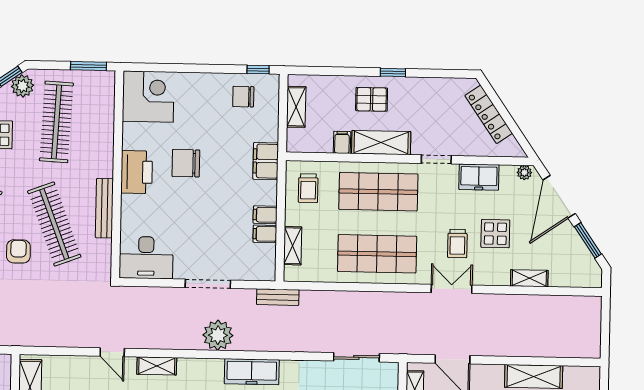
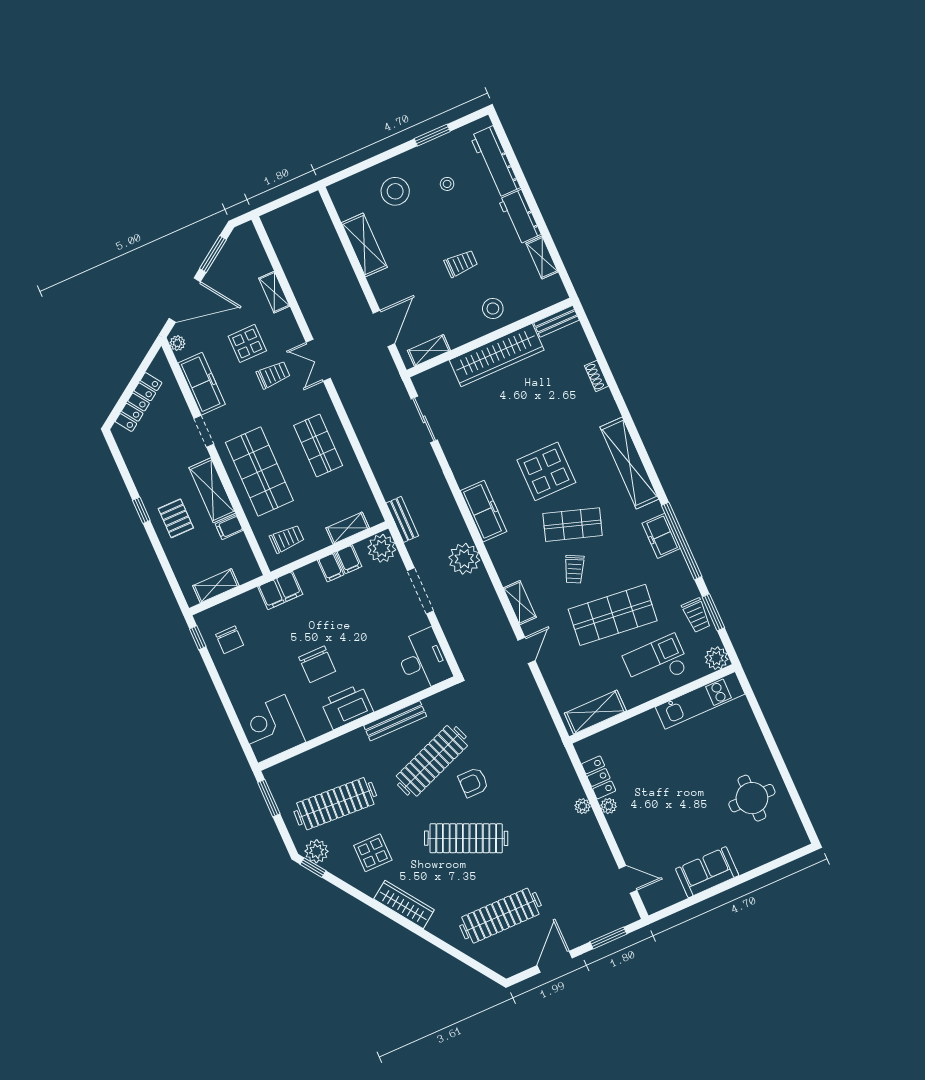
freezer: (479, 177) -> (202, 384), width x1.40
shop shelf: (377, 254) -> (318, 445), width x0.70, depth x0.74
plant: (261, 267) -> (382, 548), added

